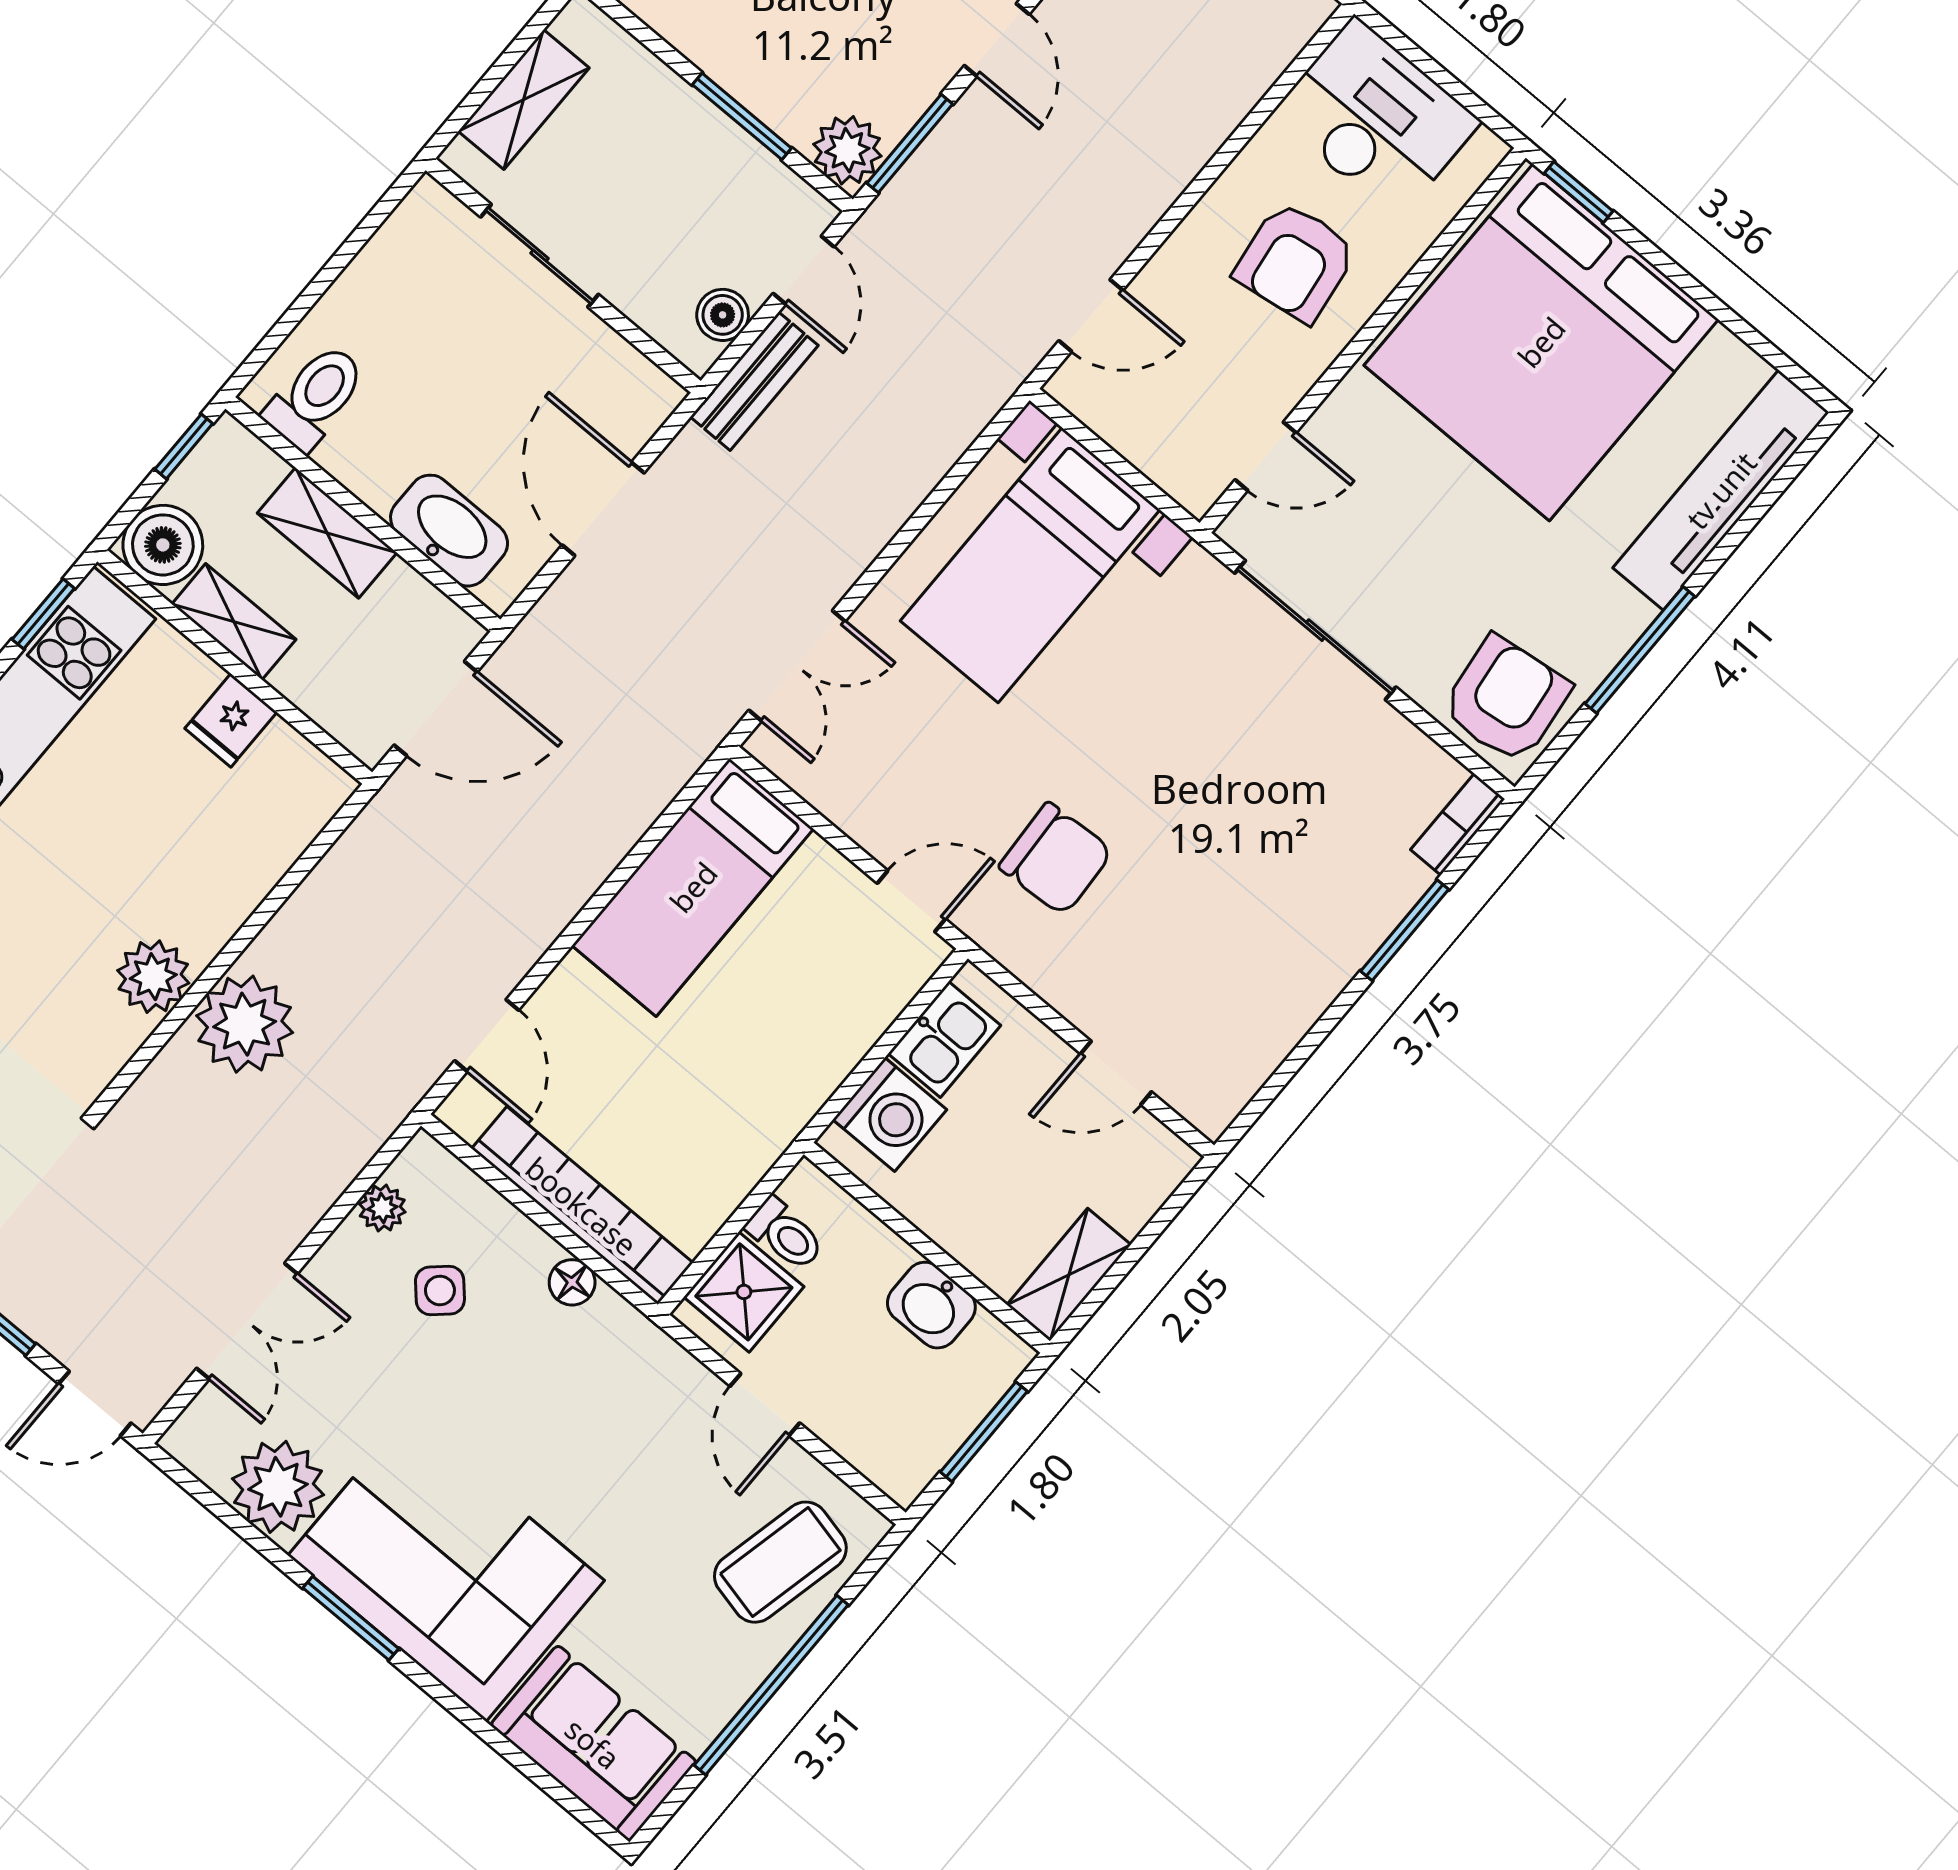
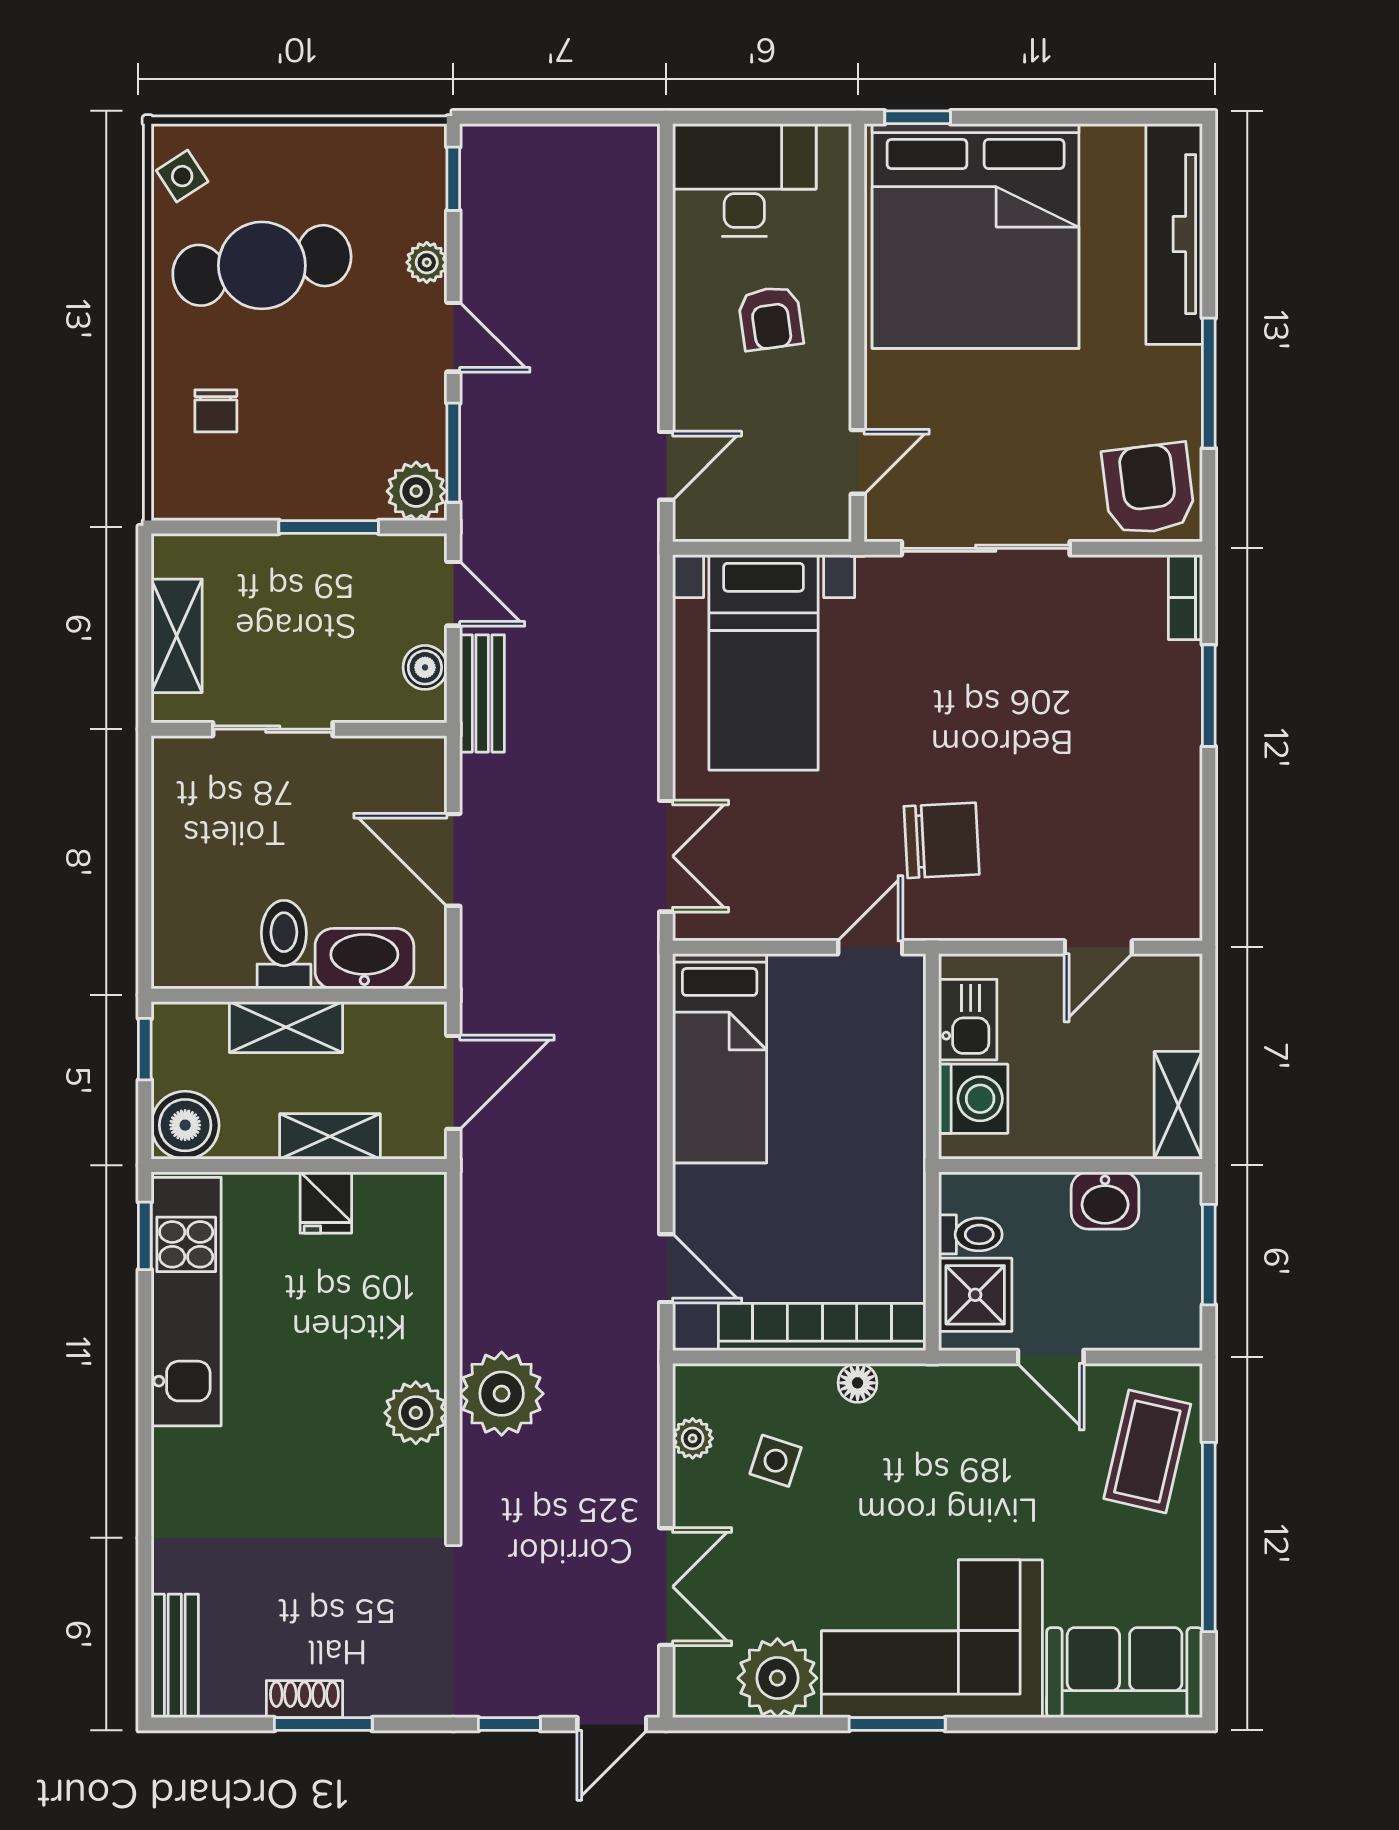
armchair: (1296, 262) -> (771, 318), width x0.72, depth x0.72
toilet: (315, 397) -> (284, 945), moved
shelving: (234, 622) -> (330, 1136), moved
side table: (440, 1290) -> (776, 1461), turned -30

